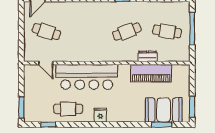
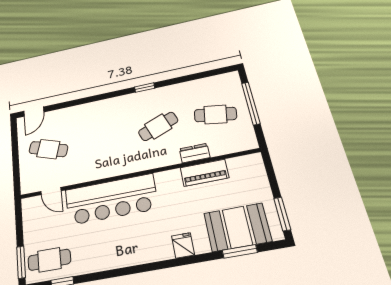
piano: (151, 73) -> (204, 173), width x0.73, depth x0.75
cafe table: (68, 109) -> (49, 260), moved
fridge: (100, 115) -> (183, 245), moved

